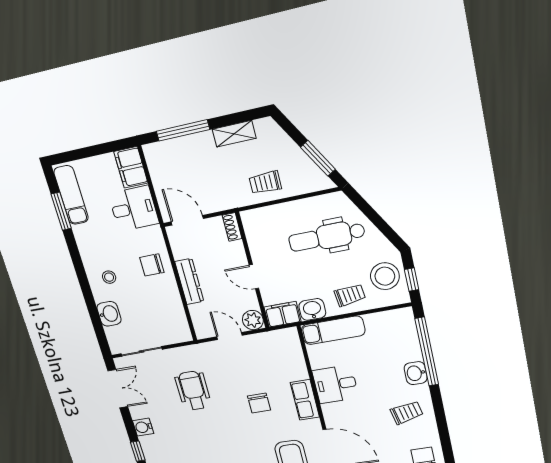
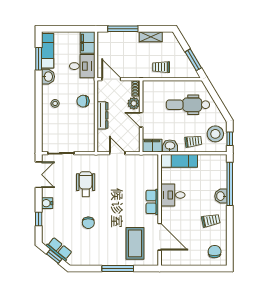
washbasin: (109, 314) -> (48, 77), moved
plant: (253, 320) -> (134, 103), moved
chair: (259, 403) -> (88, 223), moved

